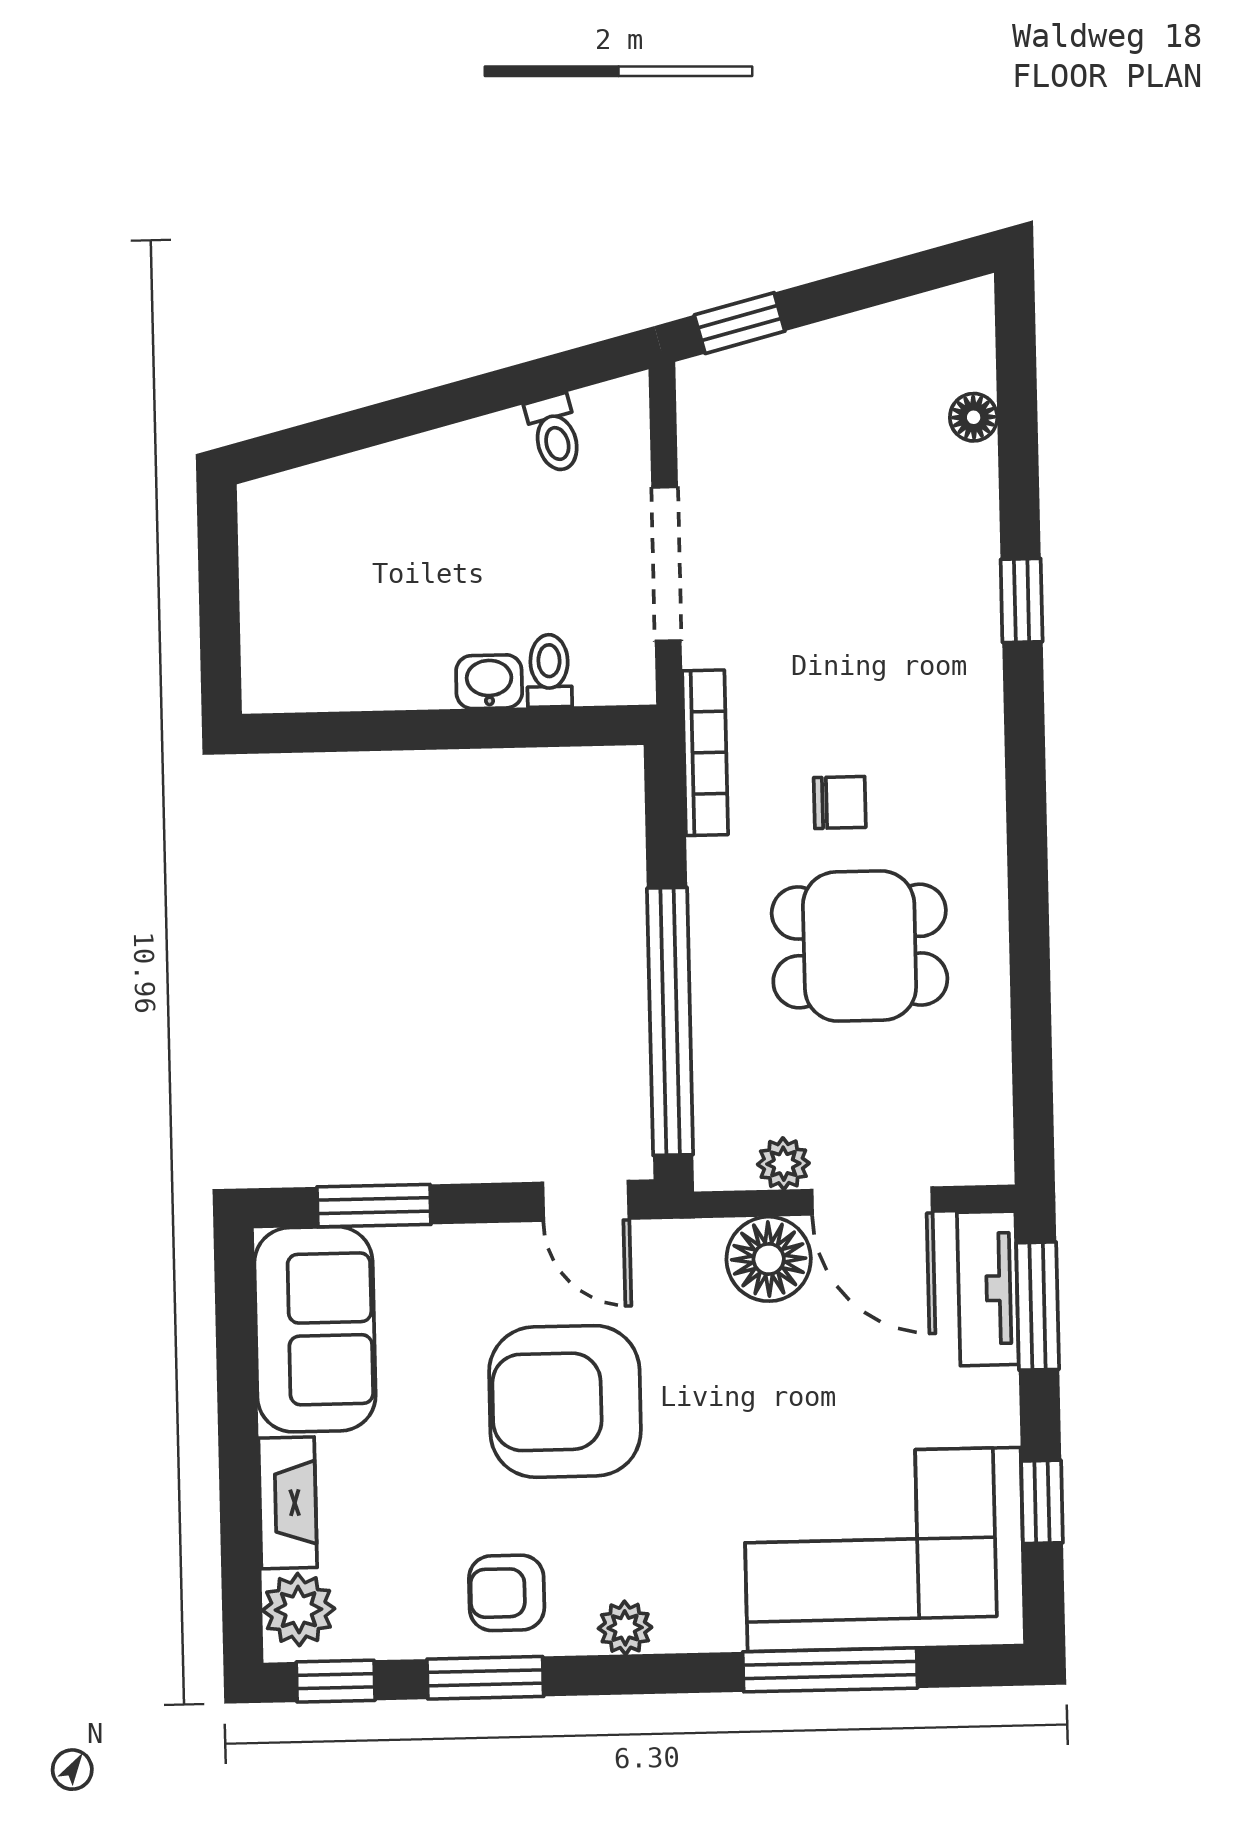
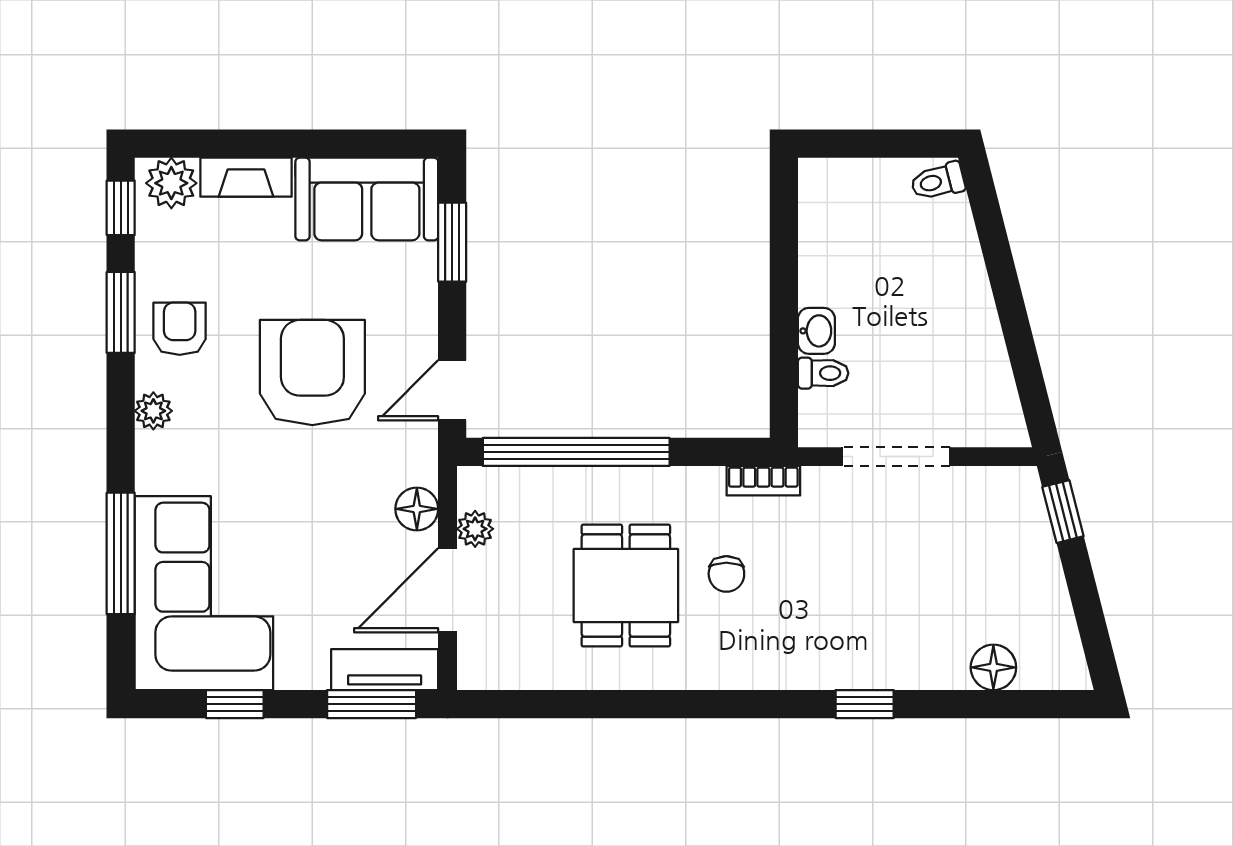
floor lamp: (974, 417) -> (993, 667), width x1.37, depth x1.37
toilet: (555, 434) -> (938, 181), moved
bookcase: (705, 753) -> (763, 481), width x0.64
floor lamp: (769, 1259) -> (417, 509), width x0.73, depth x0.73

